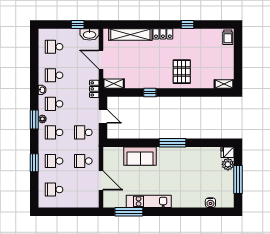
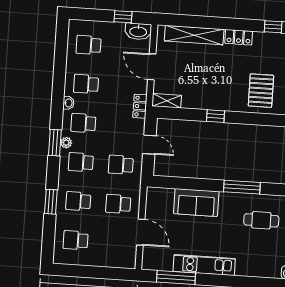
cafe table: (188, 166) -> (261, 220), added

